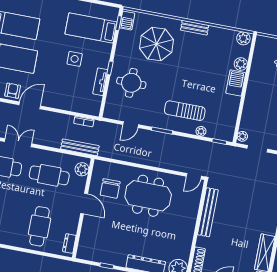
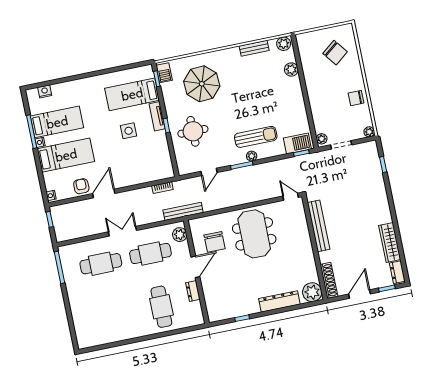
bench: (195, 28) -> (254, 48), moved
tv unit: (100, 82) -> (157, 116), moved
barbecue: (236, 83) -> (297, 143), moved, turned 90
sun lounger: (185, 111) -> (256, 137), turned 180
plant: (201, 131) -> (252, 156), moved
double door: (18, 143) -> (122, 231), moved
bench: (80, 147) -> (183, 211), moved
door: (194, 176) -> (291, 197), swing flipped
meeting table: (148, 196) -> (254, 234), turned 90
door: (84, 204) -> (195, 267), hinge flipped
dresser: (69, 243) -> (193, 291), moved

